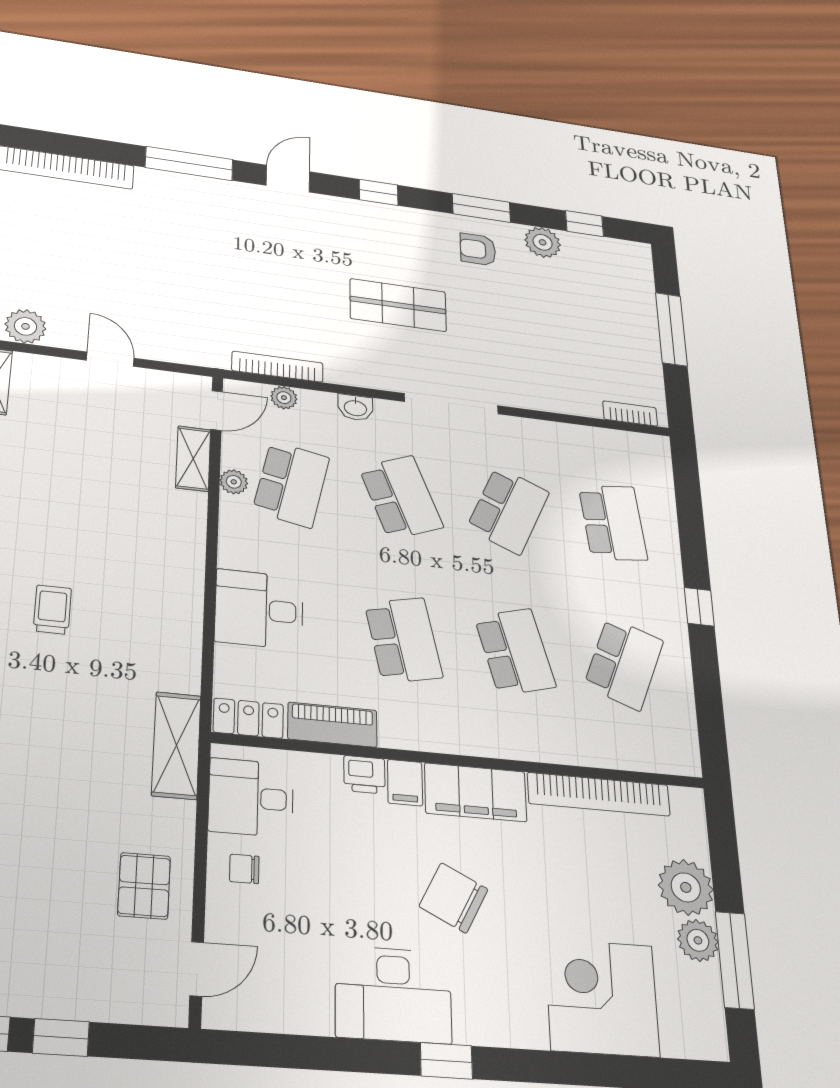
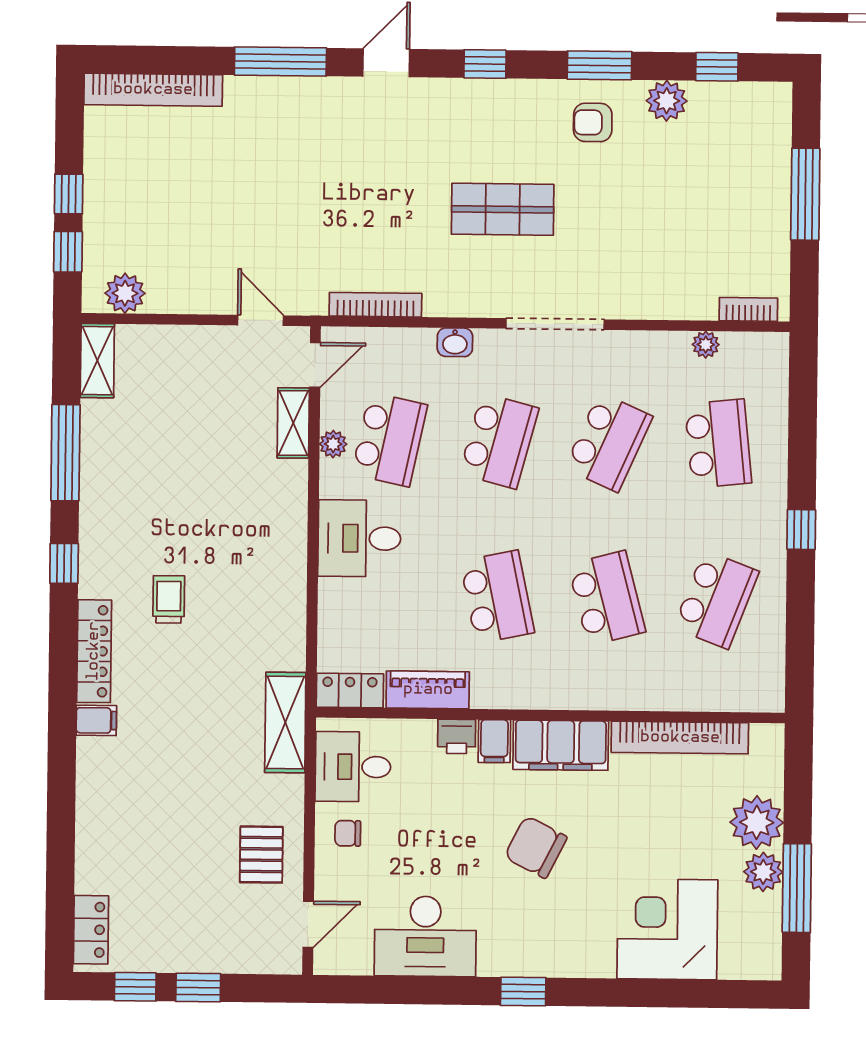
door: (110, 359) -> (261, 320), moved
plant: (284, 398) -> (706, 345), moved
school desk: (401, 497) -> (499, 441), turned 36
desk: (259, 609) -> (359, 538), moved
desk: (393, 995) -> (425, 936), moved

